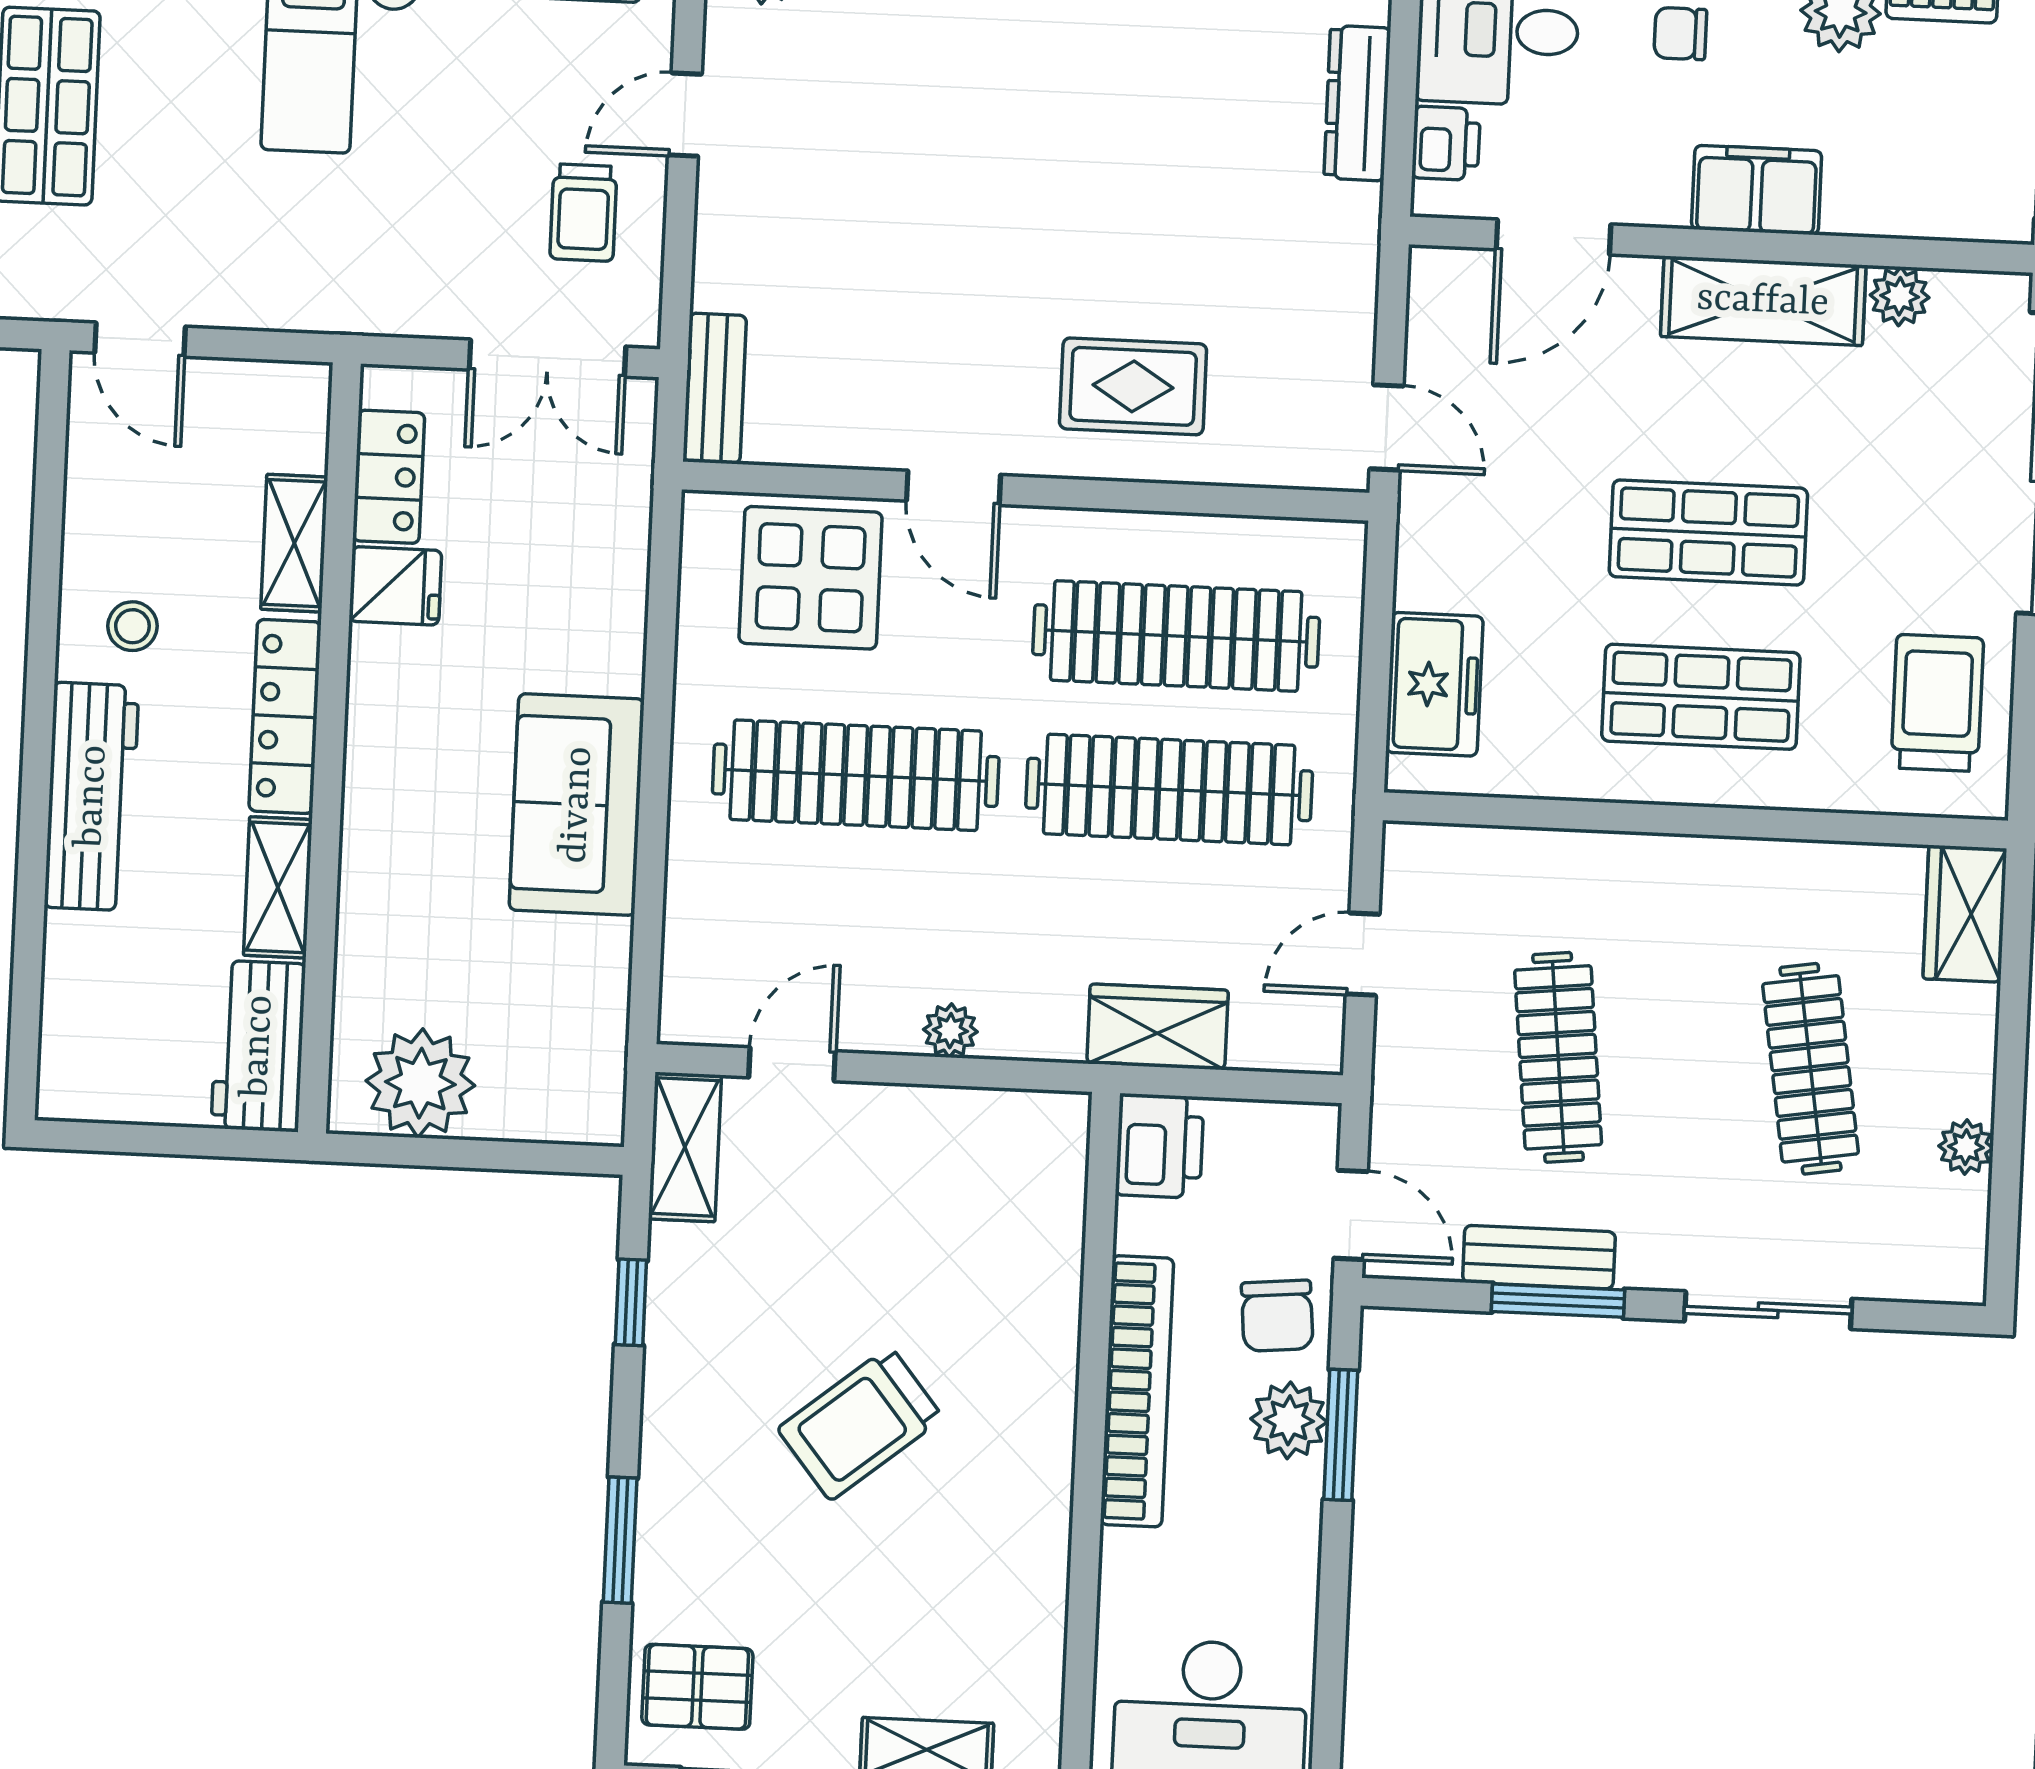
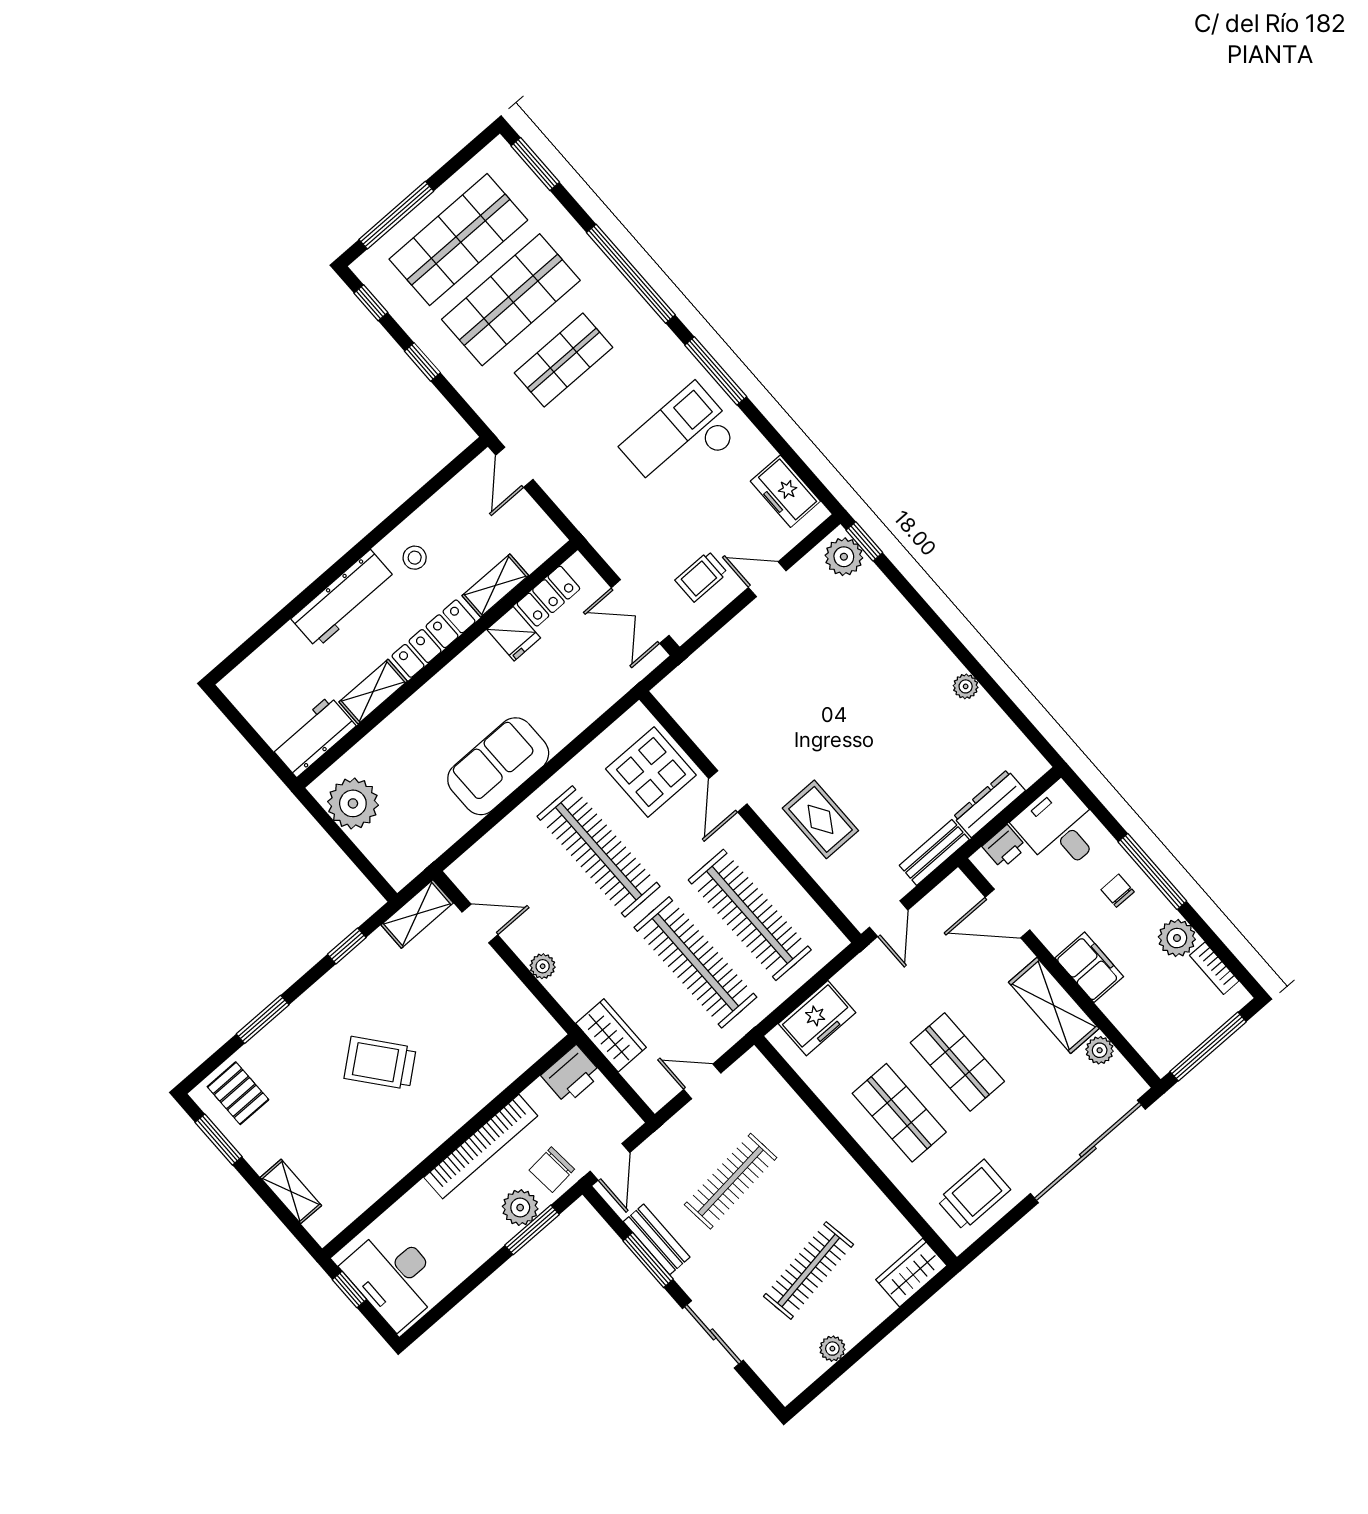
bench: (715, 388) -> (934, 853), moved

